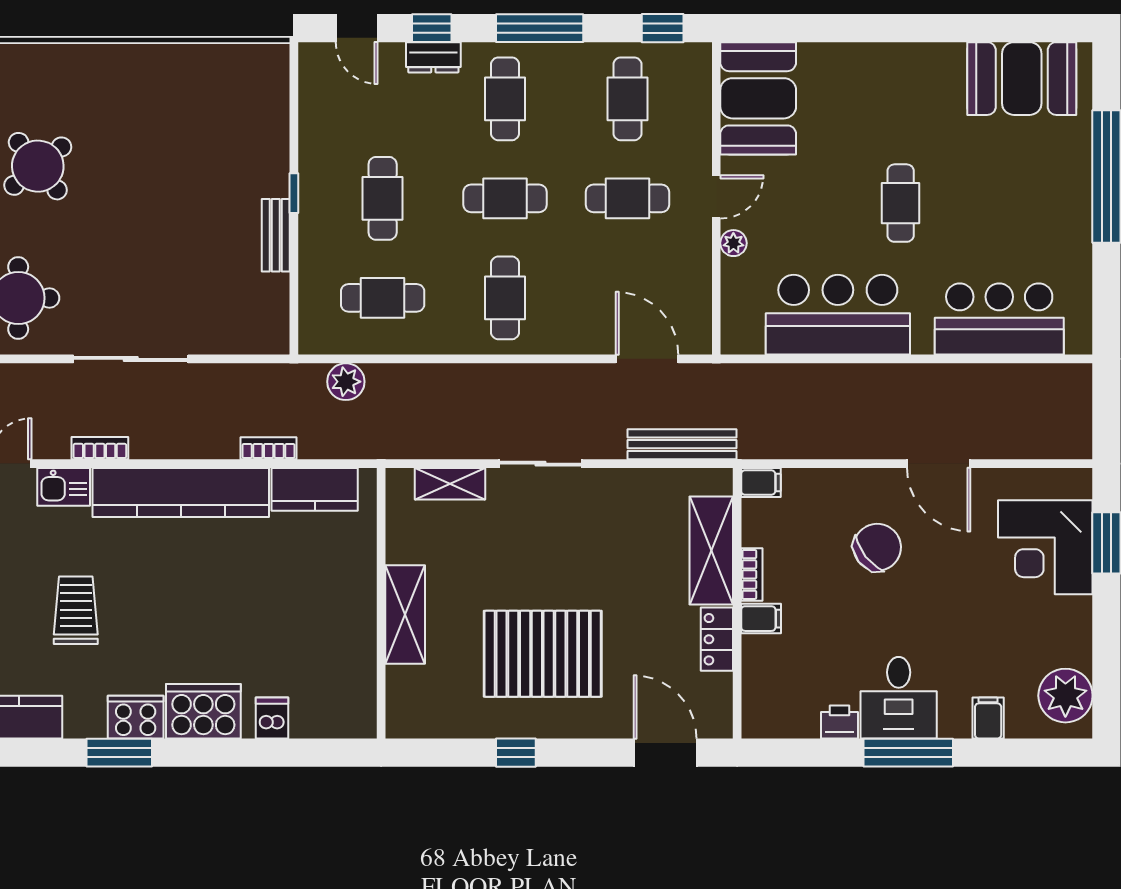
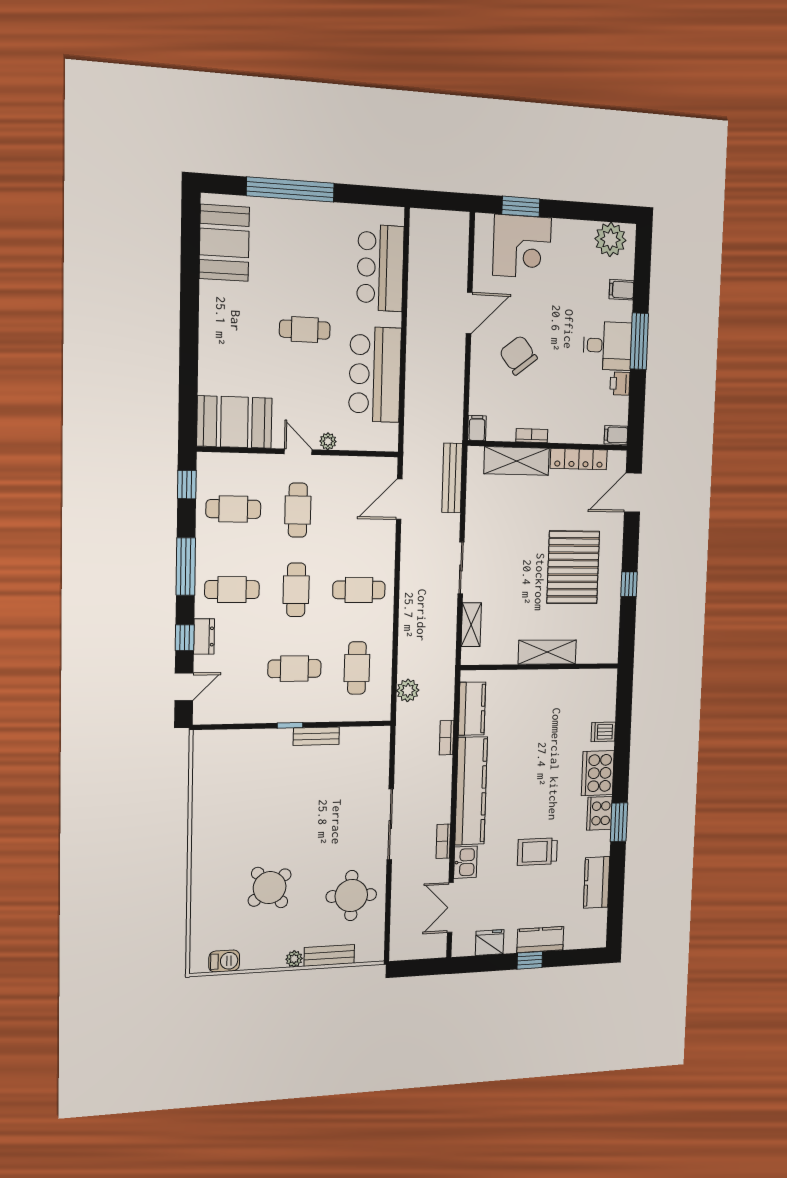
filing cabinet: (761, 619) -> (616, 435), moved, turned -90
locker: (717, 639) -> (579, 459), width x1.53

